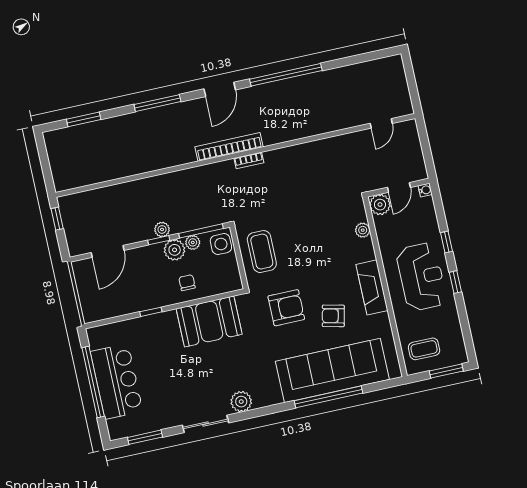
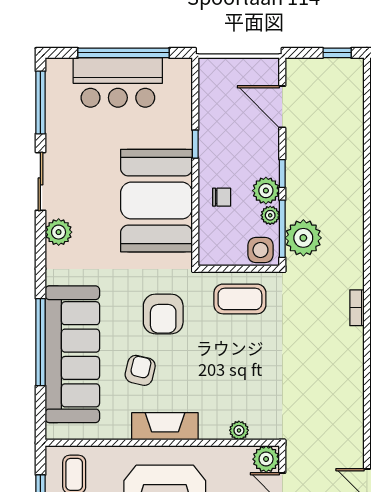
plant: (162, 229) -> (303, 238), moved, width x1.88, depth x1.88
booth: (209, 321) -> (156, 201), width x1.36, depth x1.42
window: (145, 437) -> (40, 102), width x1.44

